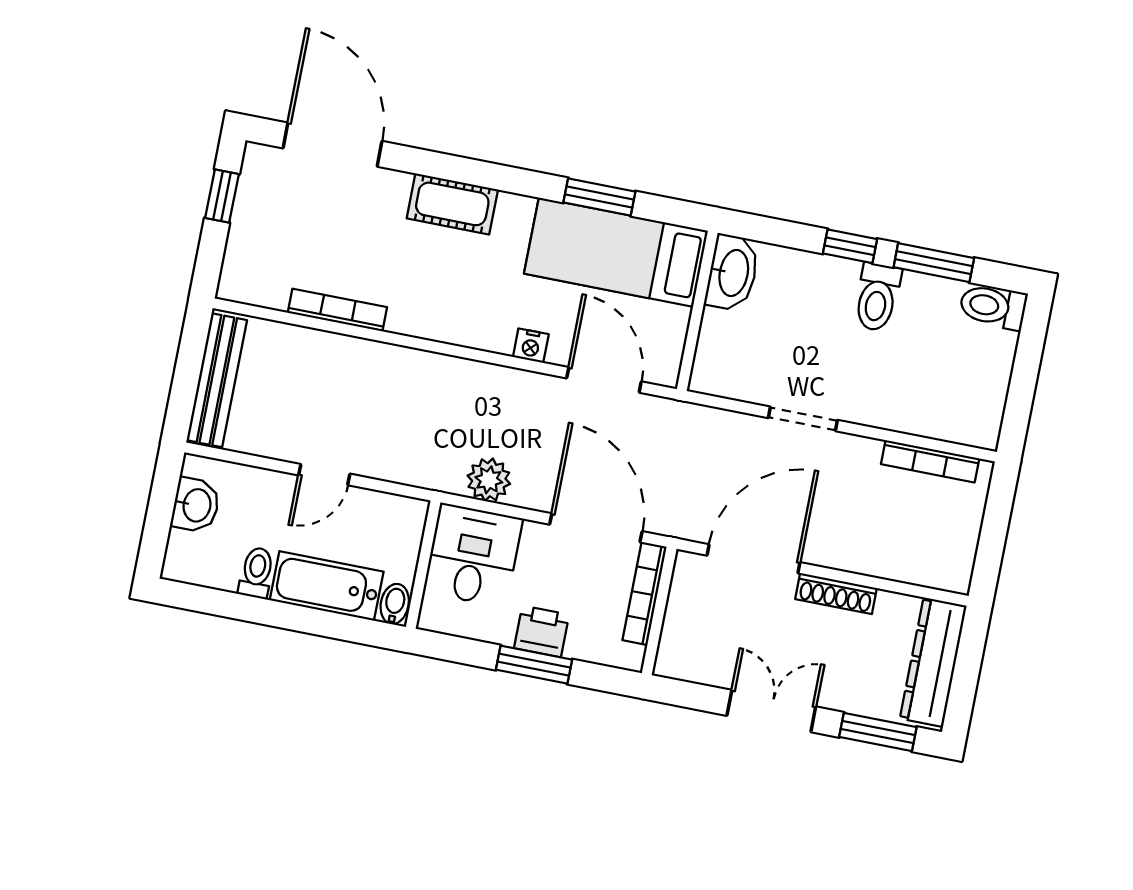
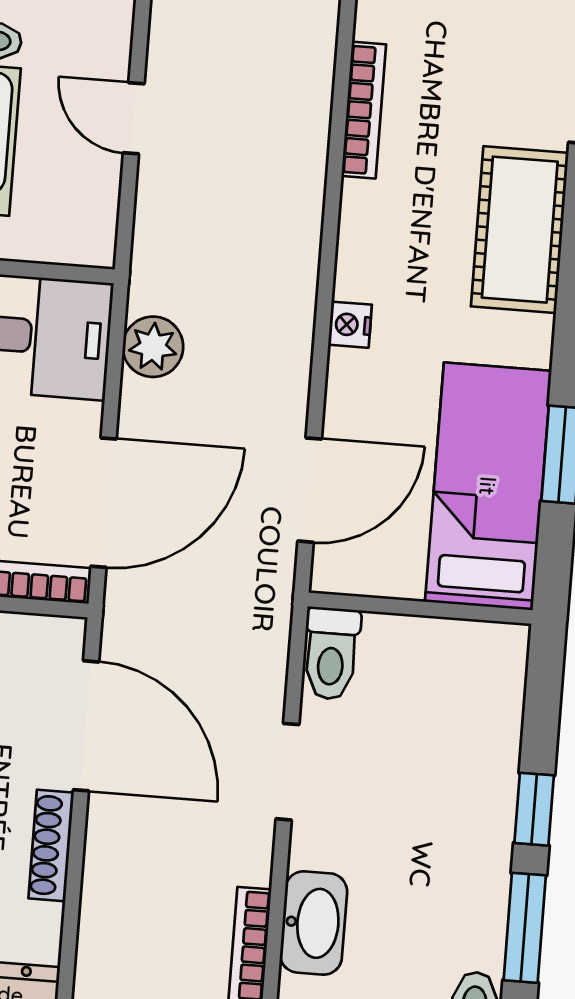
cot: (452, 204) -> (520, 230), width x1.37, depth x1.34
washbasin: (732, 273) -> (314, 923), moved, turned -90
toilet: (877, 297) -> (331, 654), moved, turned -90
nightstand: (531, 346) -> (350, 325), moved

